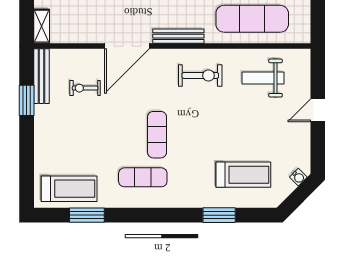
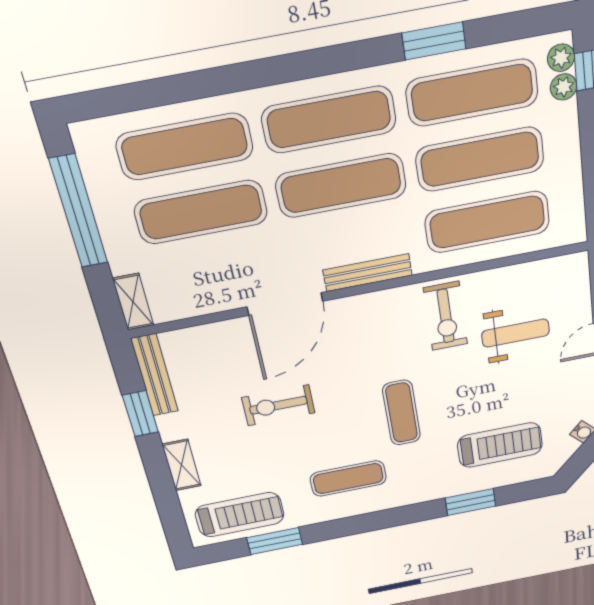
exercise bike: (200, 75) -> (446, 316), moved, turned 90
weight bench: (263, 78) -> (516, 333), moved, turned 180
exercise bike: (85, 88) -> (278, 405), moved, width x1.38, depth x1.39
exercise mat: (157, 135) -> (402, 413), moved
shelving: (42, 143) -> (182, 465), added

